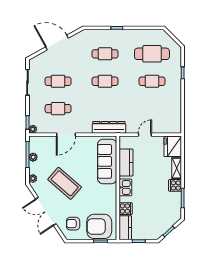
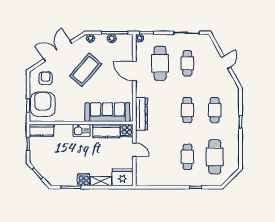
door: (57, 42) -> (226, 62), width x0.53
cafe table: (58, 109) -> (160, 63), width x1.37, depth x1.35
cooker: (126, 209) -> (127, 131), moved

